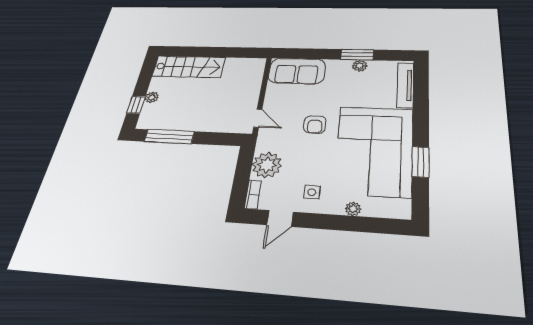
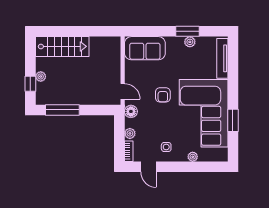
floor lamp: (265, 143) -> (131, 111), added
plant: (267, 165) -> (130, 133), width x0.53, depth x0.53
door: (280, 219) -> (148, 167), hinge flipped

